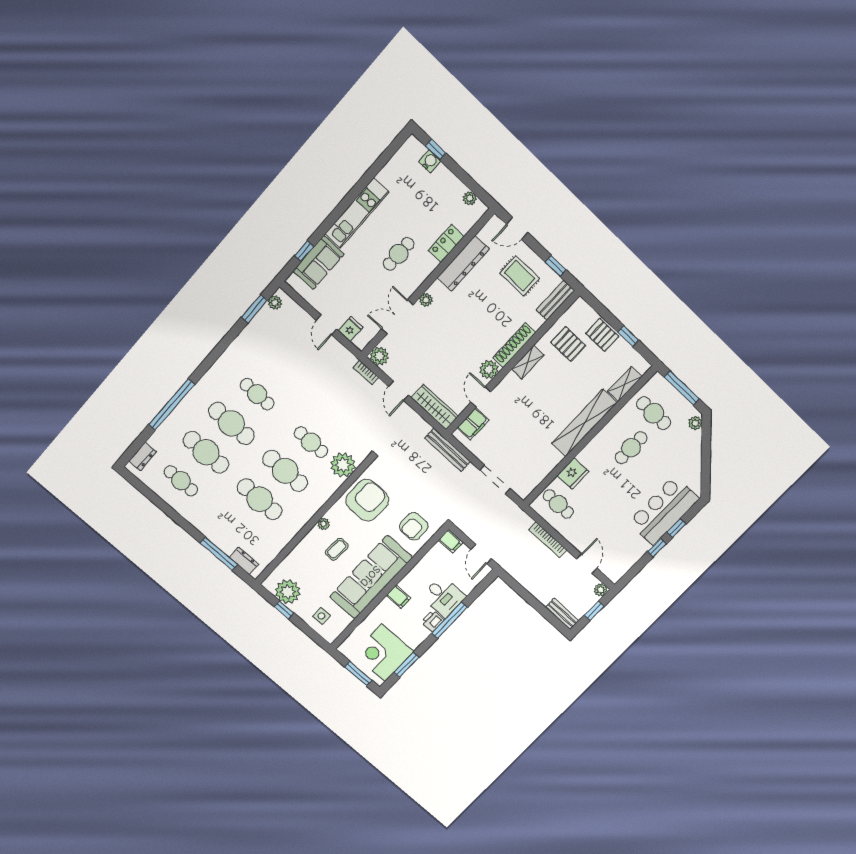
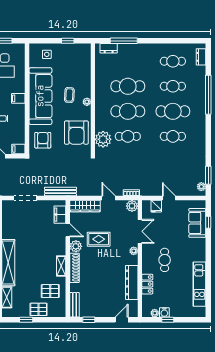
window: (436, 149) -> (168, 320), moved
water cooler: (430, 161) -> (164, 312), moved
kitchen unit: (357, 213) -> (199, 284), moved
rug: (520, 276) -> (99, 239), moved
cafe table: (206, 452) -> (173, 86), width x0.73, depth x0.74
plant: (288, 592) -> (74, 52), removed

